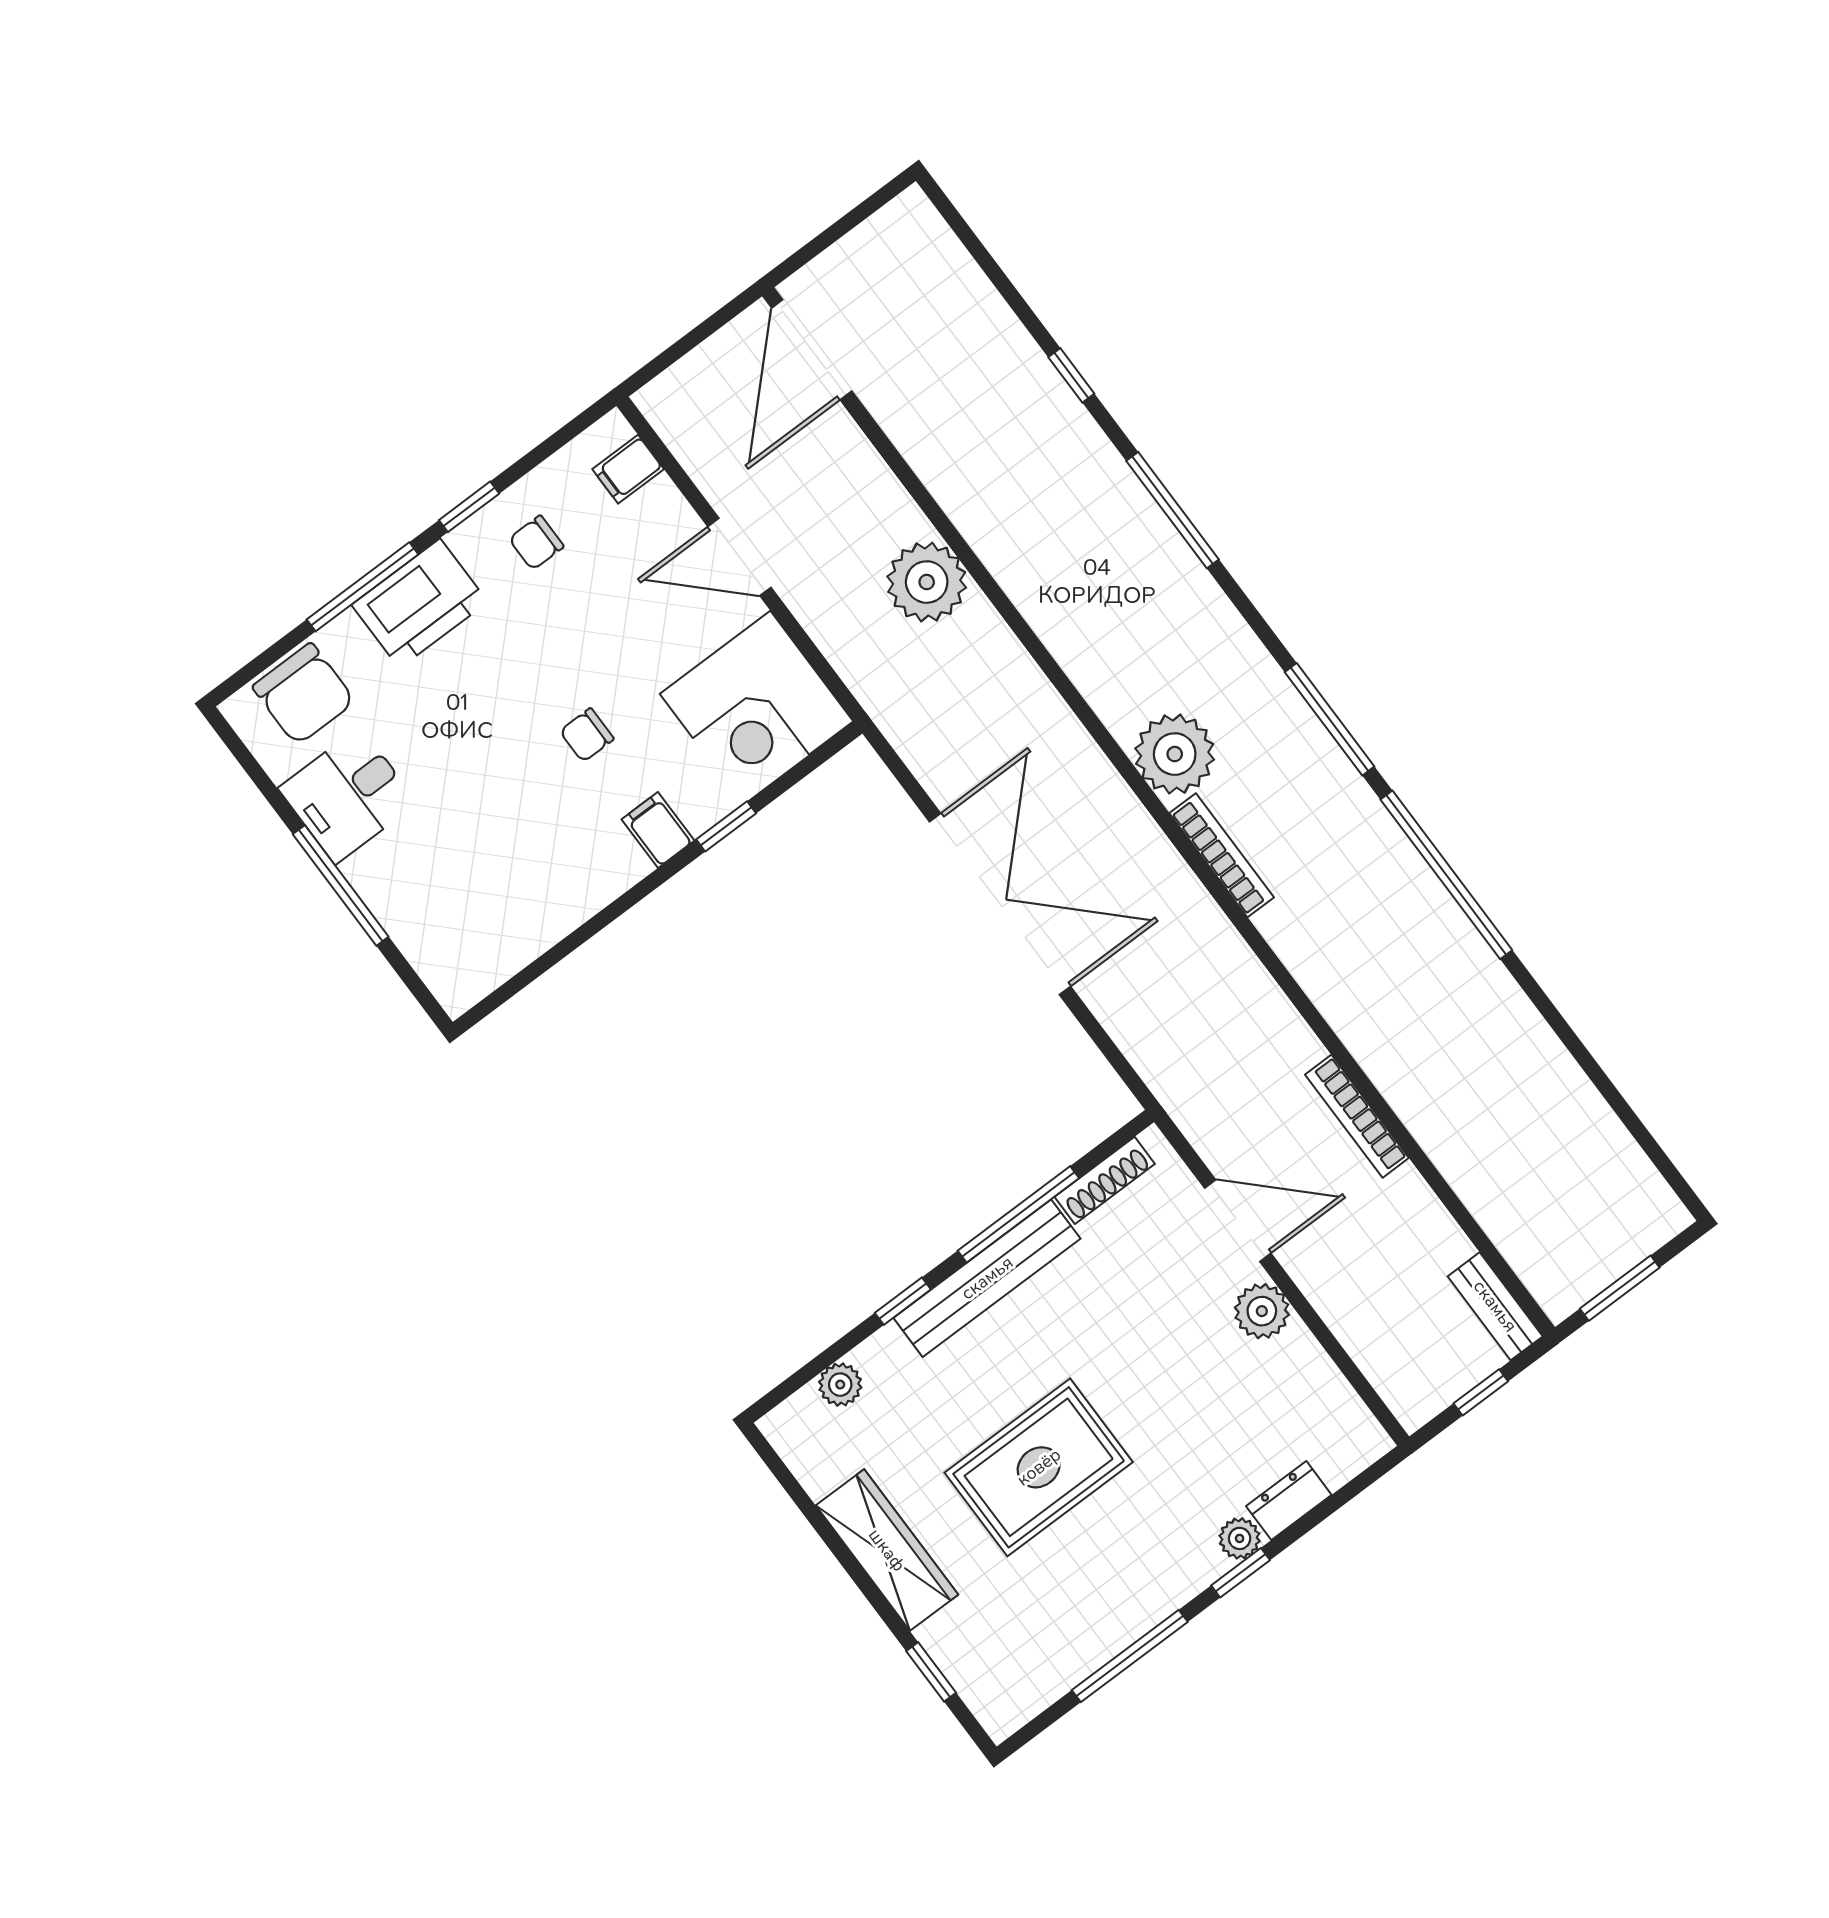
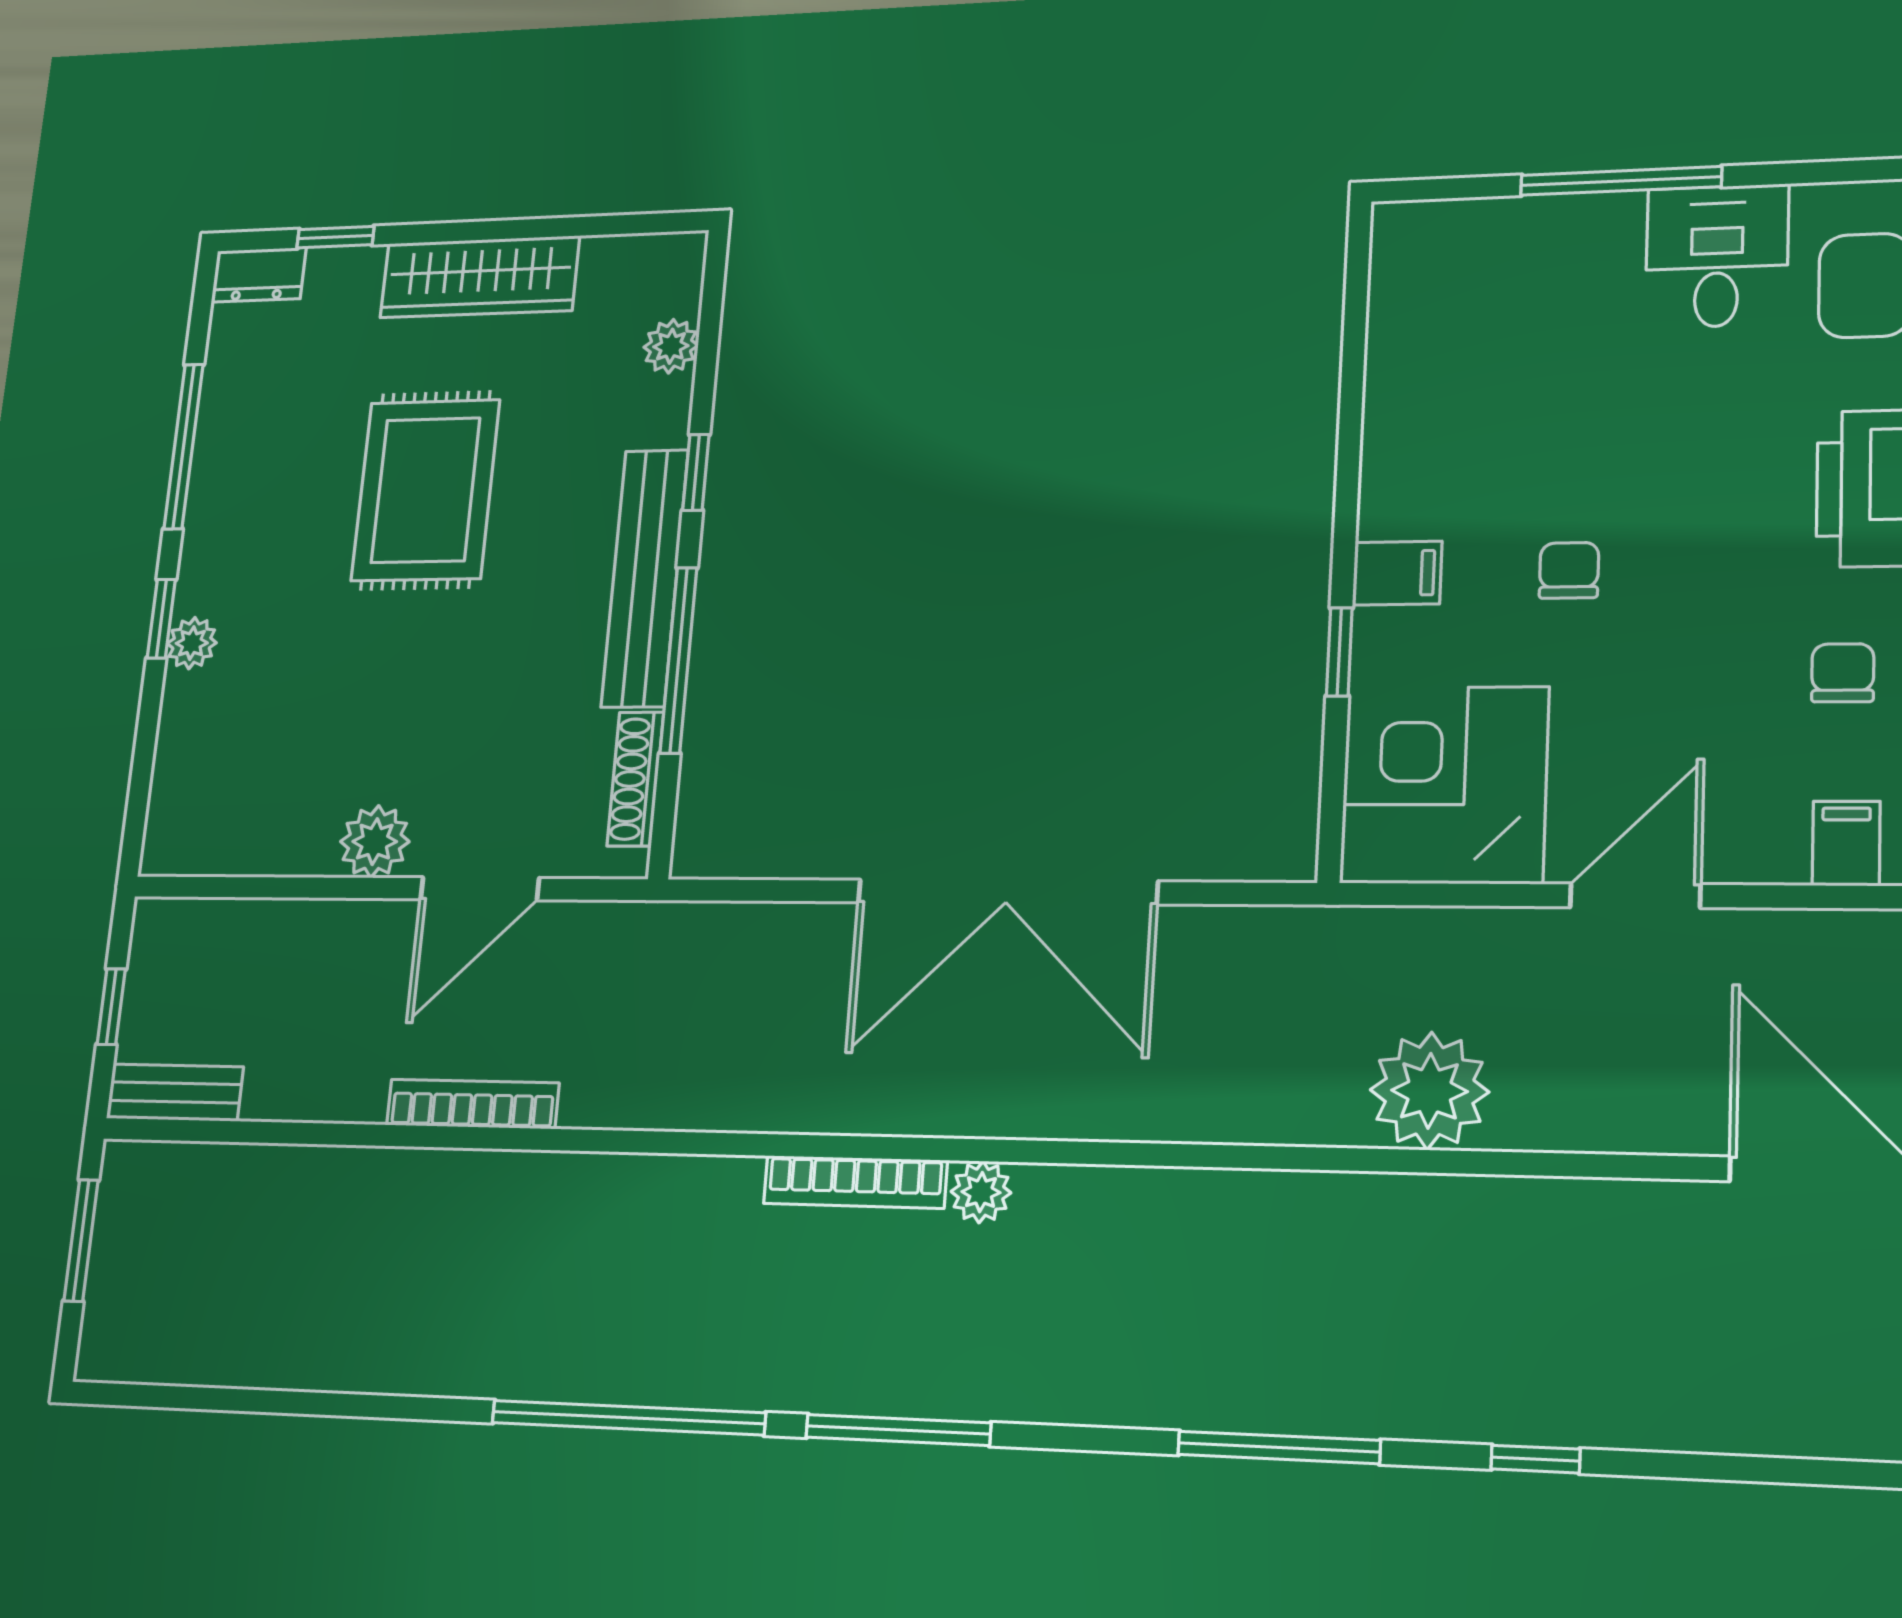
plant: (1175, 754) -> (981, 1192), width x0.53, depth x0.53
dresser: (1289, 1500) -> (259, 275), moved, turned 90

